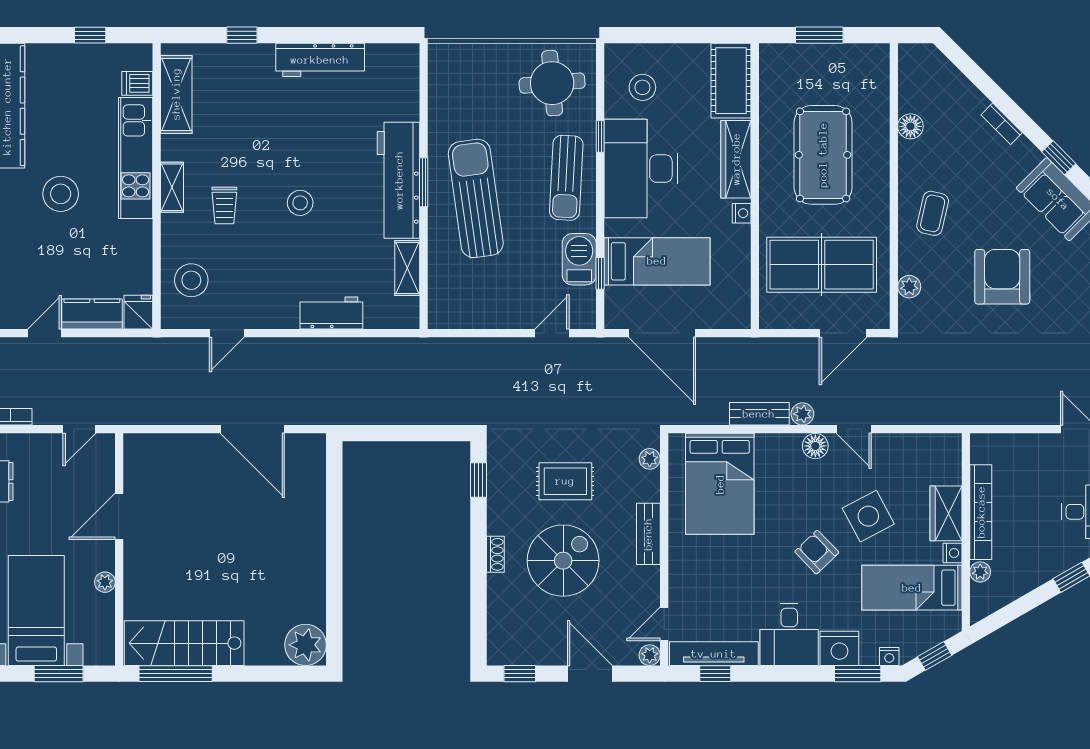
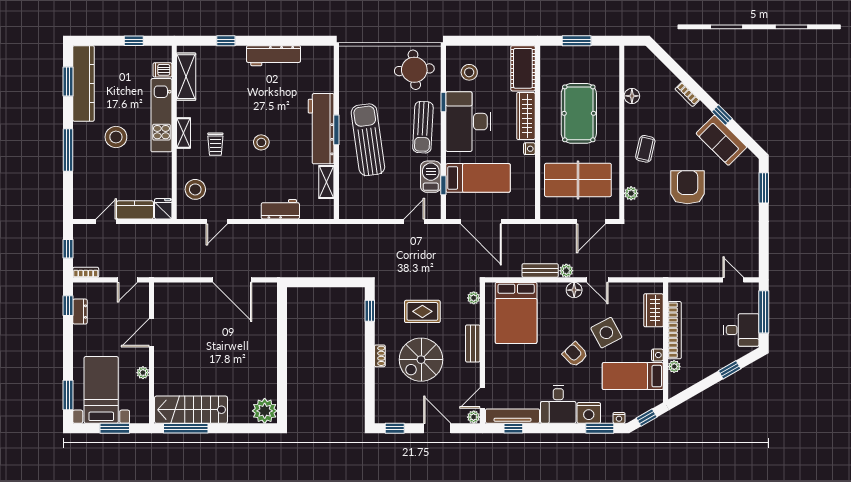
wardrobe: (946, 513) -> (653, 310), moved
spiral stairs: (563, 561) -> (421, 360), turned 180

